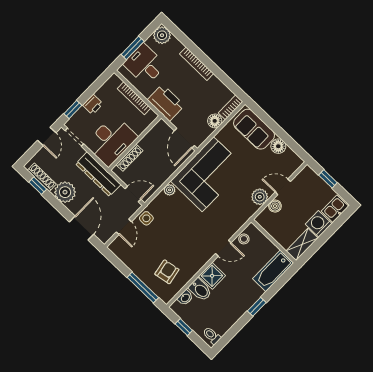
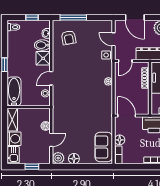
sofa: (254, 129) -> (104, 147), moved, turned -90
corner sofa: (208, 174) -> (96, 109), removed
plant: (260, 197) -> (58, 158), moved

